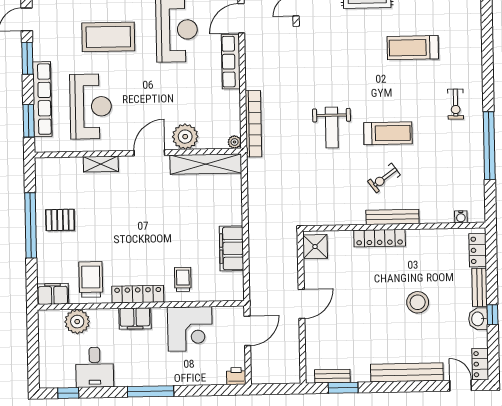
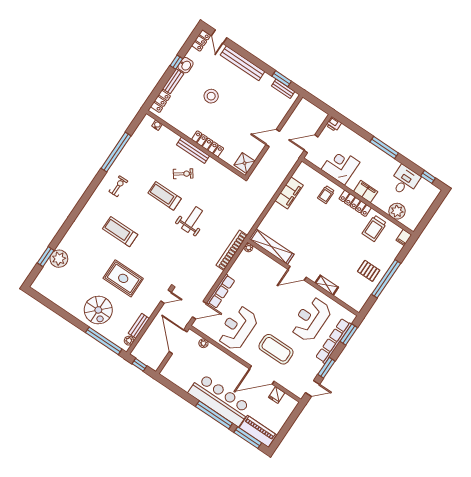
treadmill: (413, 48) -> (120, 232), turned 180
plant: (185, 137) -> (272, 269), removed
filing cabinet: (53, 294) -> (404, 238), width x0.50

